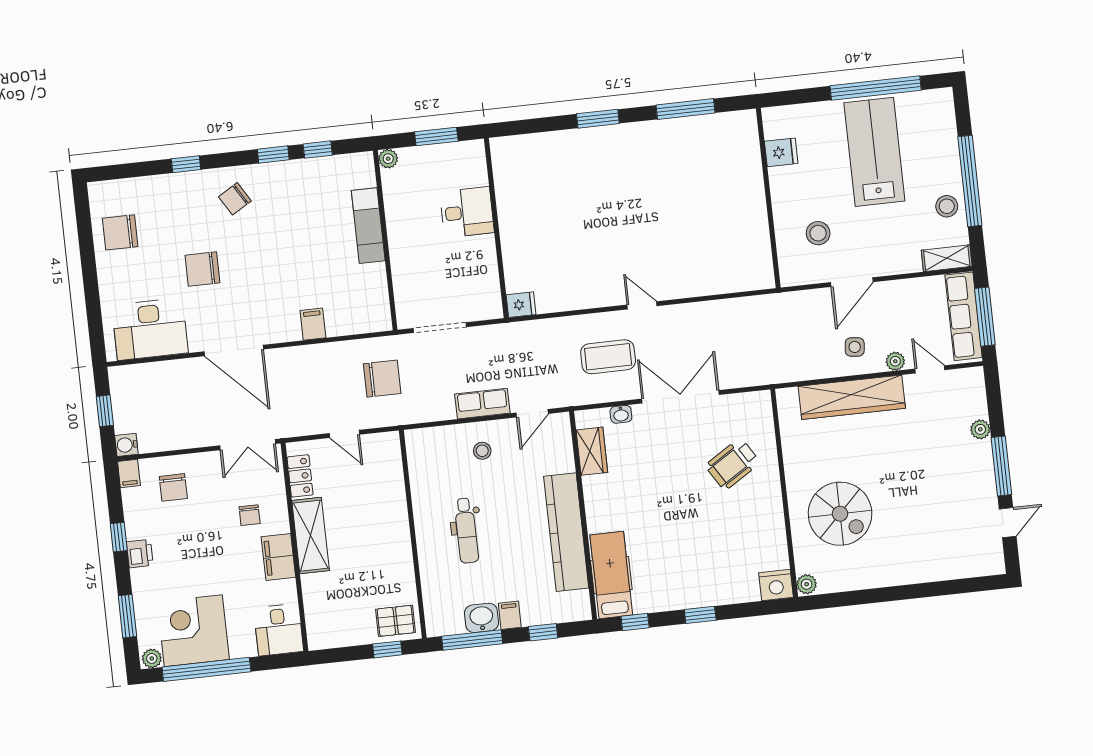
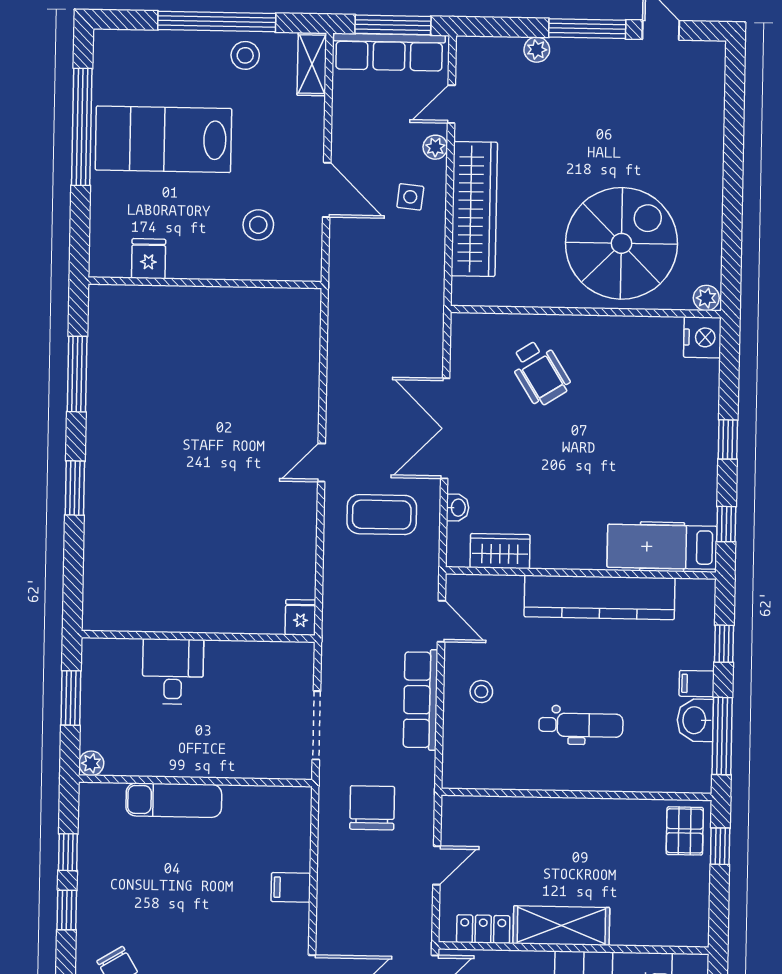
coffee table: (608, 357) -> (382, 515), turned 90
row of seats: (482, 404) -> (421, 700), width x1.48
spiral stairs: (840, 514) -> (622, 243), width x1.37, depth x1.37

